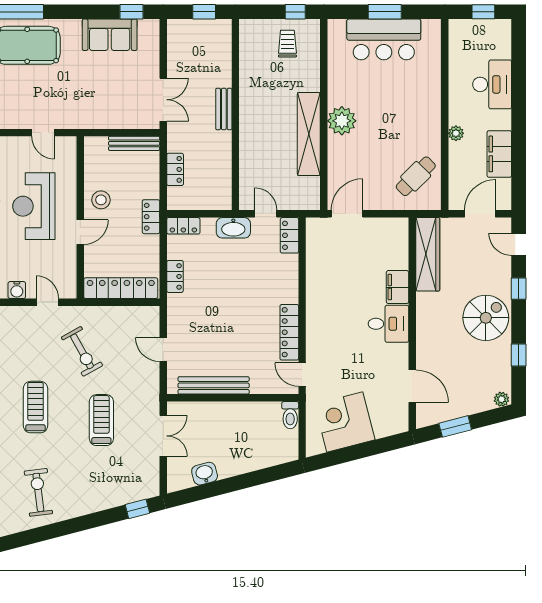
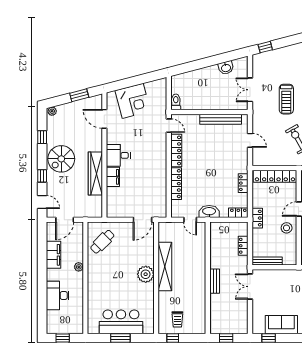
locker: (289, 235) -> (176, 184), moved, width x1.53
wardrobe: (428, 254) -> (95, 174), moved
corner desk: (345, 422) -> (133, 101), moved

